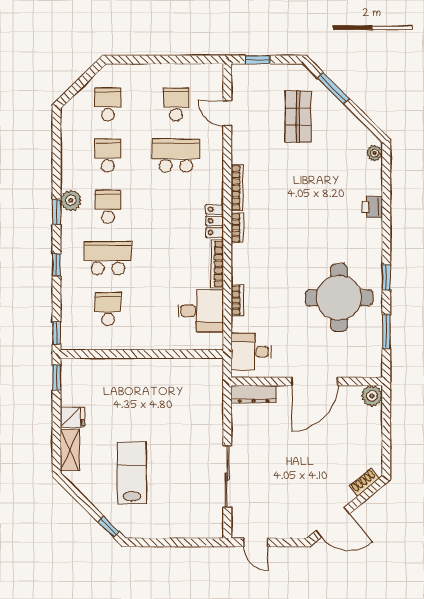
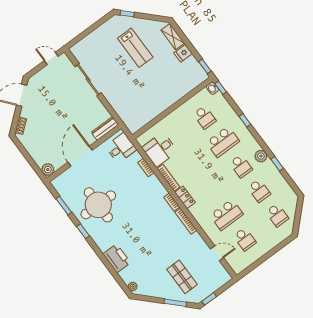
window: (258, 60) -> (209, 299), moved
printer: (372, 207) -> (117, 258), width x1.87, depth x1.48
window: (57, 212) -> (277, 164), moved
washbasin: (68, 341) -> (212, 88), added

